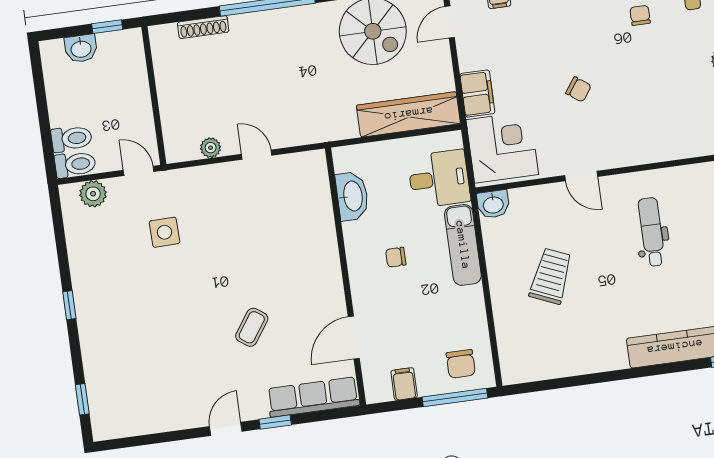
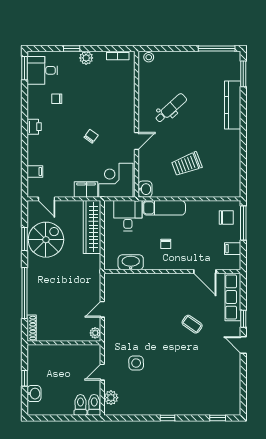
wall: (154, 96) -> (64, 343), moved
dental chair: (652, 232) -> (171, 108), turned 138
trolley: (551, 276) -> (187, 164), turned -44

